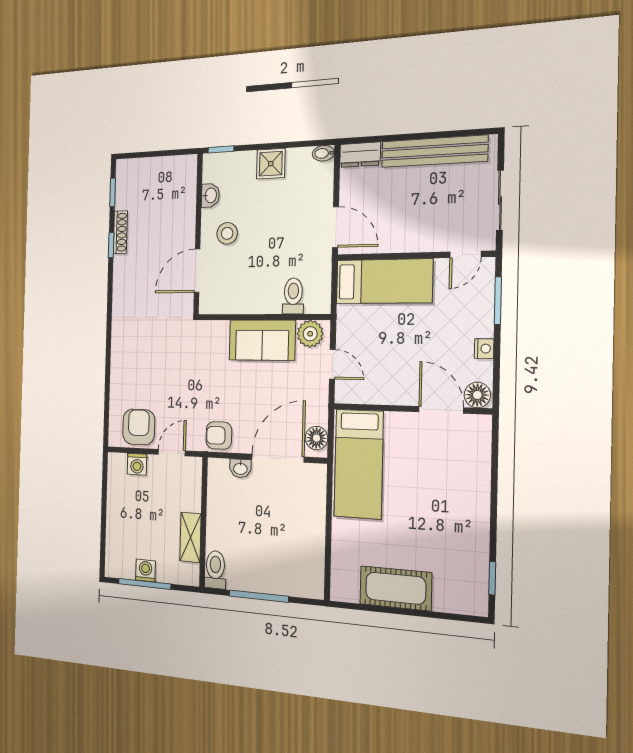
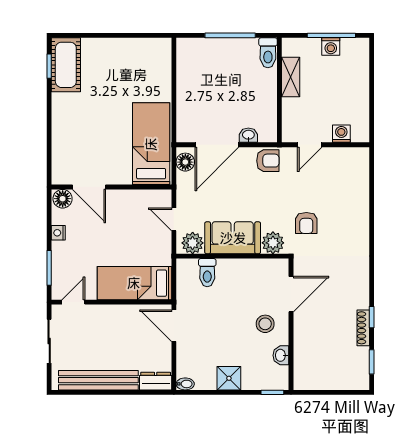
plant: (216, 334) -> (273, 243), added
armchair: (139, 427) -> (306, 223), moved, width x0.72, depth x0.72
cot: (396, 588) -> (66, 65), moved, turned 90

